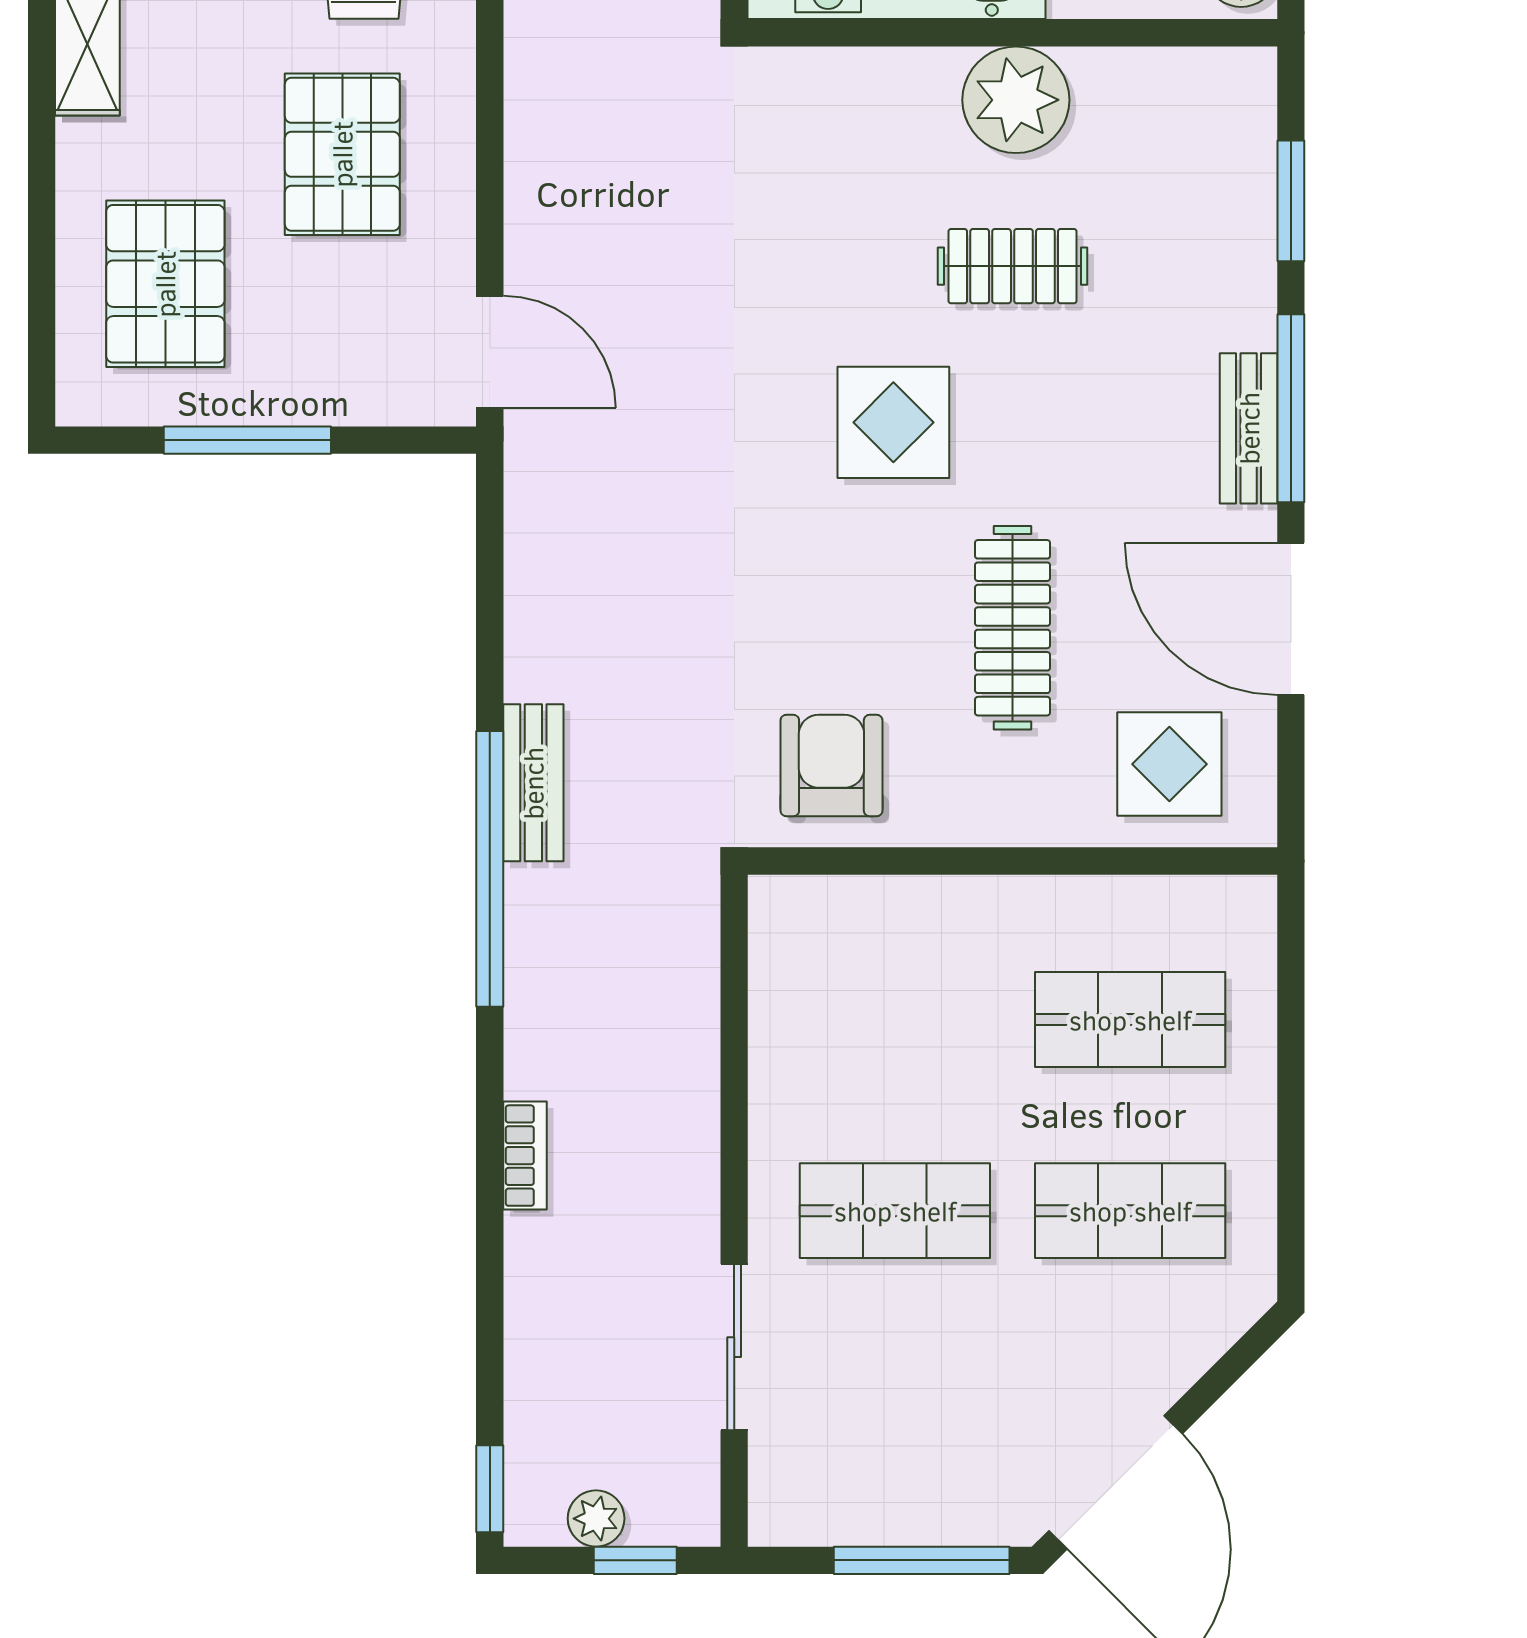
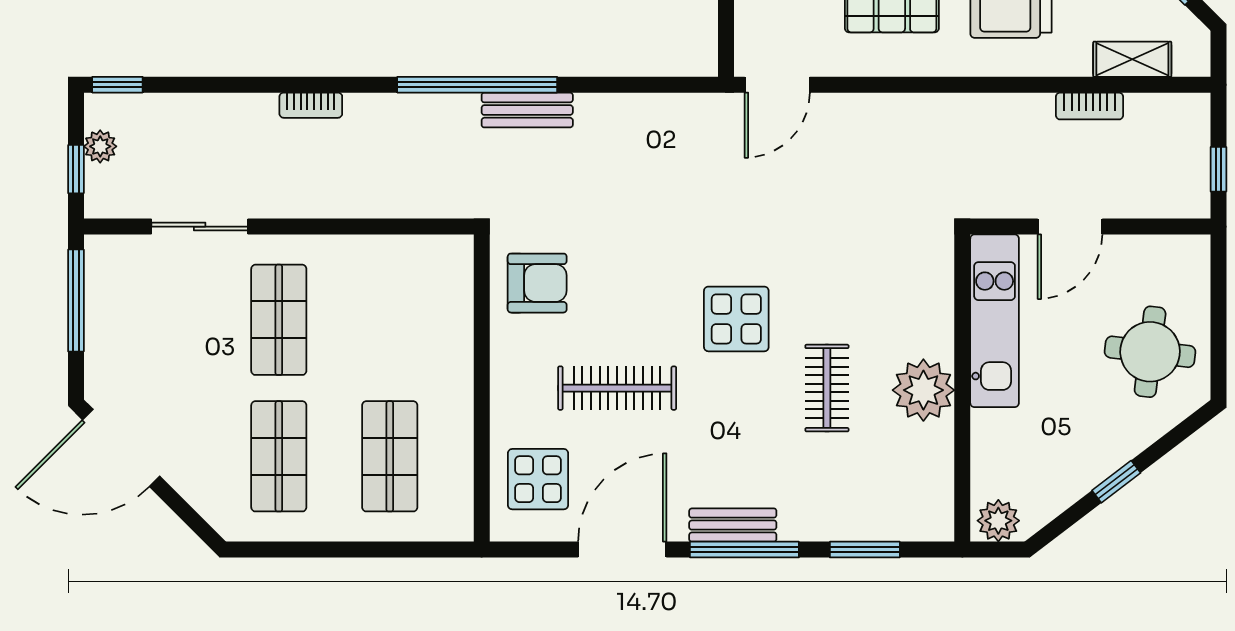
window: (922, 1560) -> (76, 300), moved

